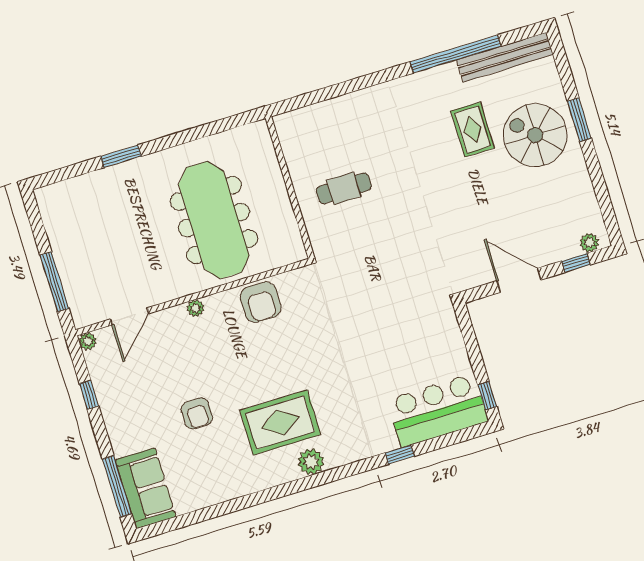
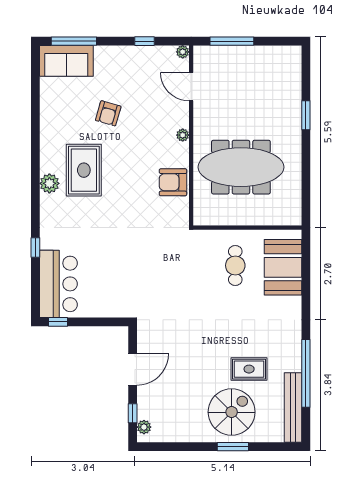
booth: (327, 126) -> (283, 267), added
armchair: (197, 413) -> (108, 113), turned -74

